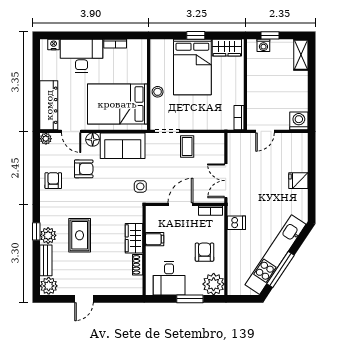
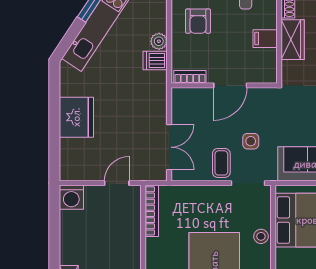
bookcase: (239, 118) -> (152, 211), width x1.56
double door: (226, 181) -> (169, 147), moved
fridge: (298, 181) -> (76, 117), width x1.88, depth x1.34
side table: (140, 186) -> (251, 141), moved
plant: (234, 237) -> (159, 41), added

